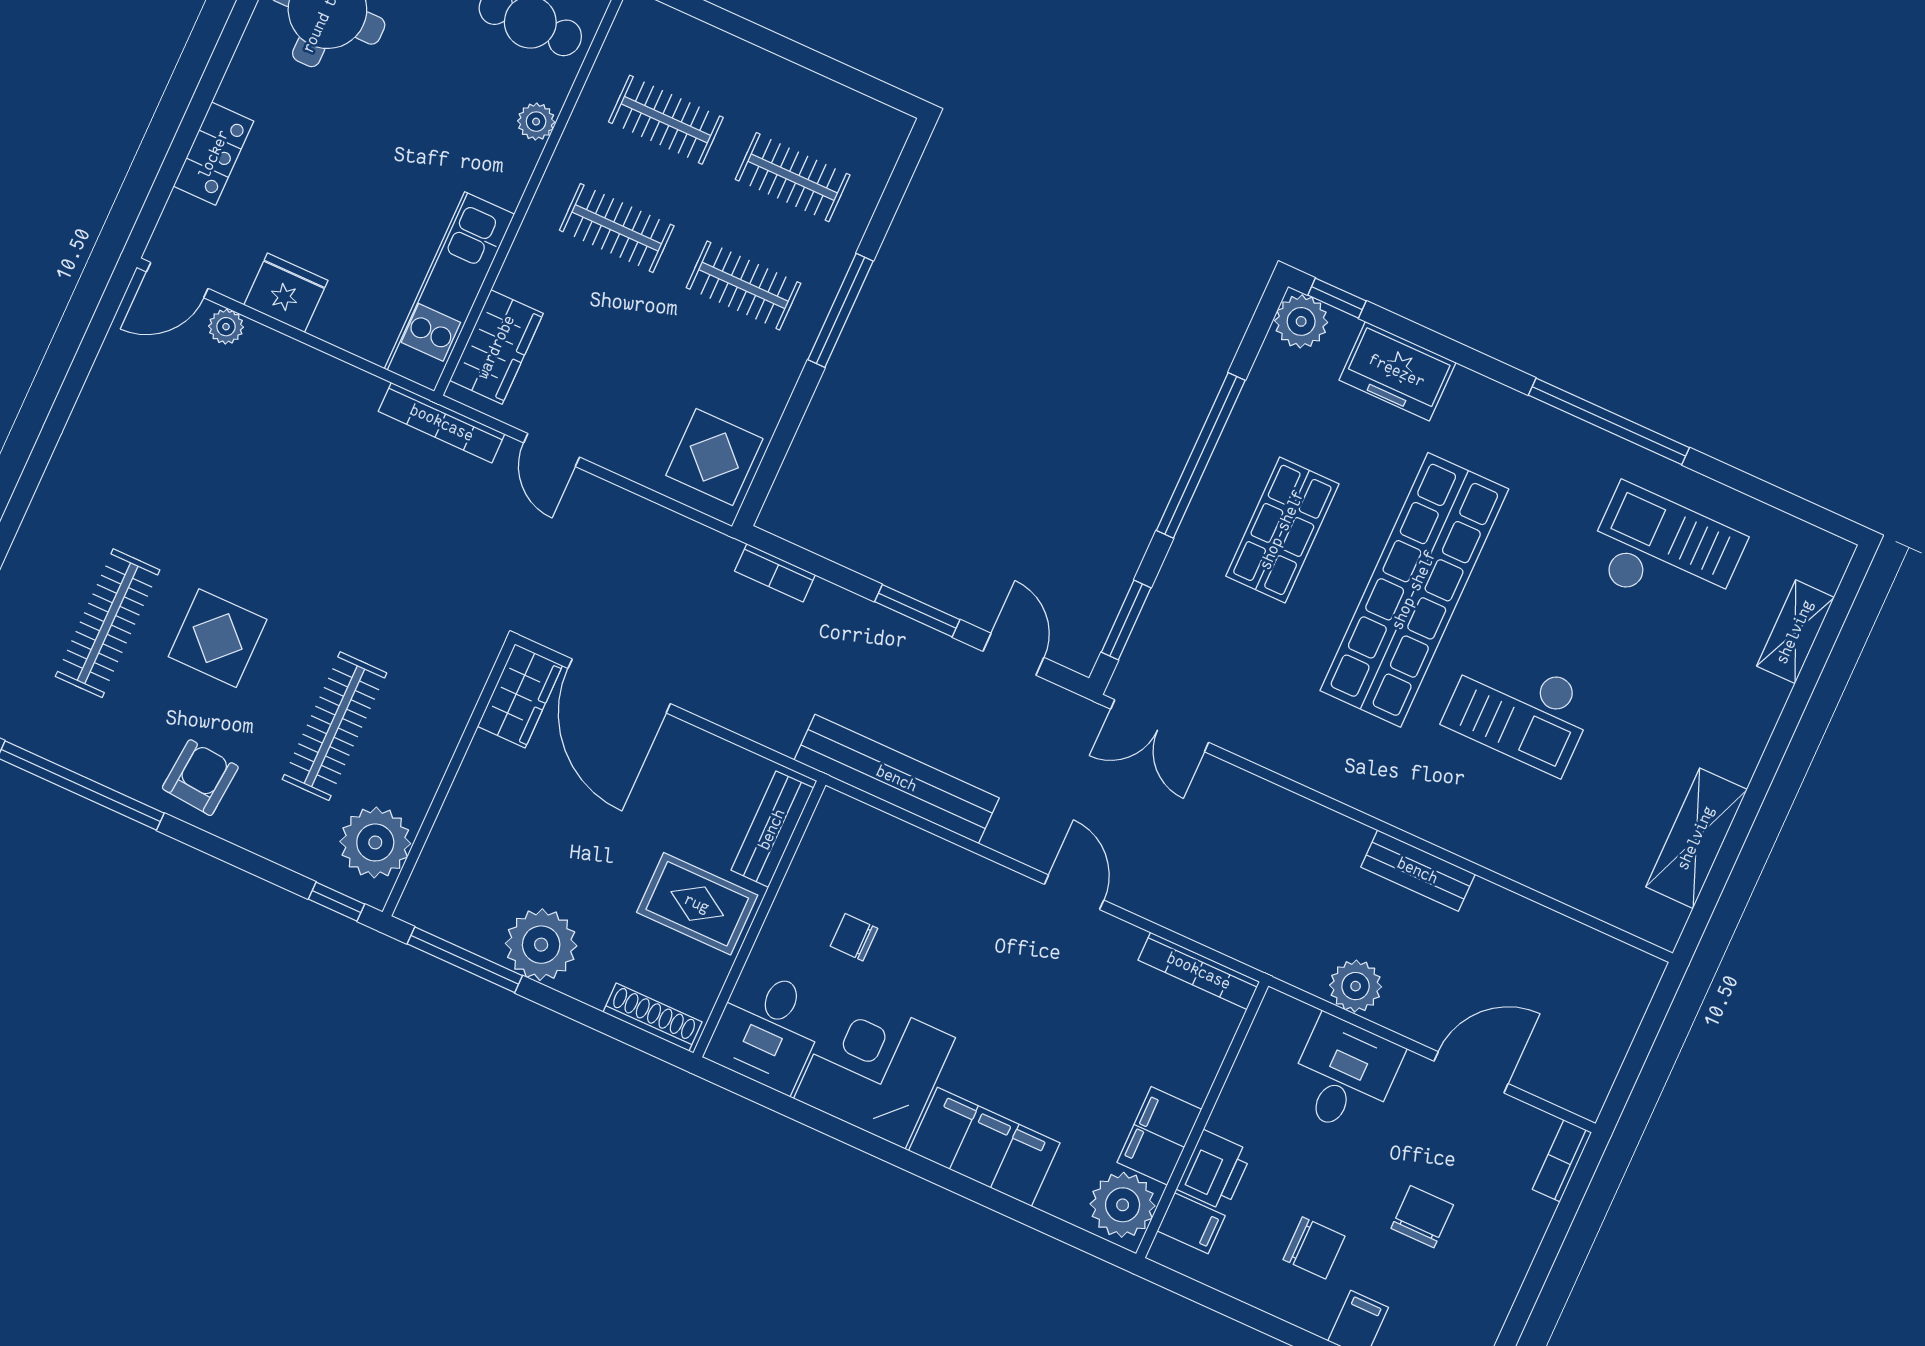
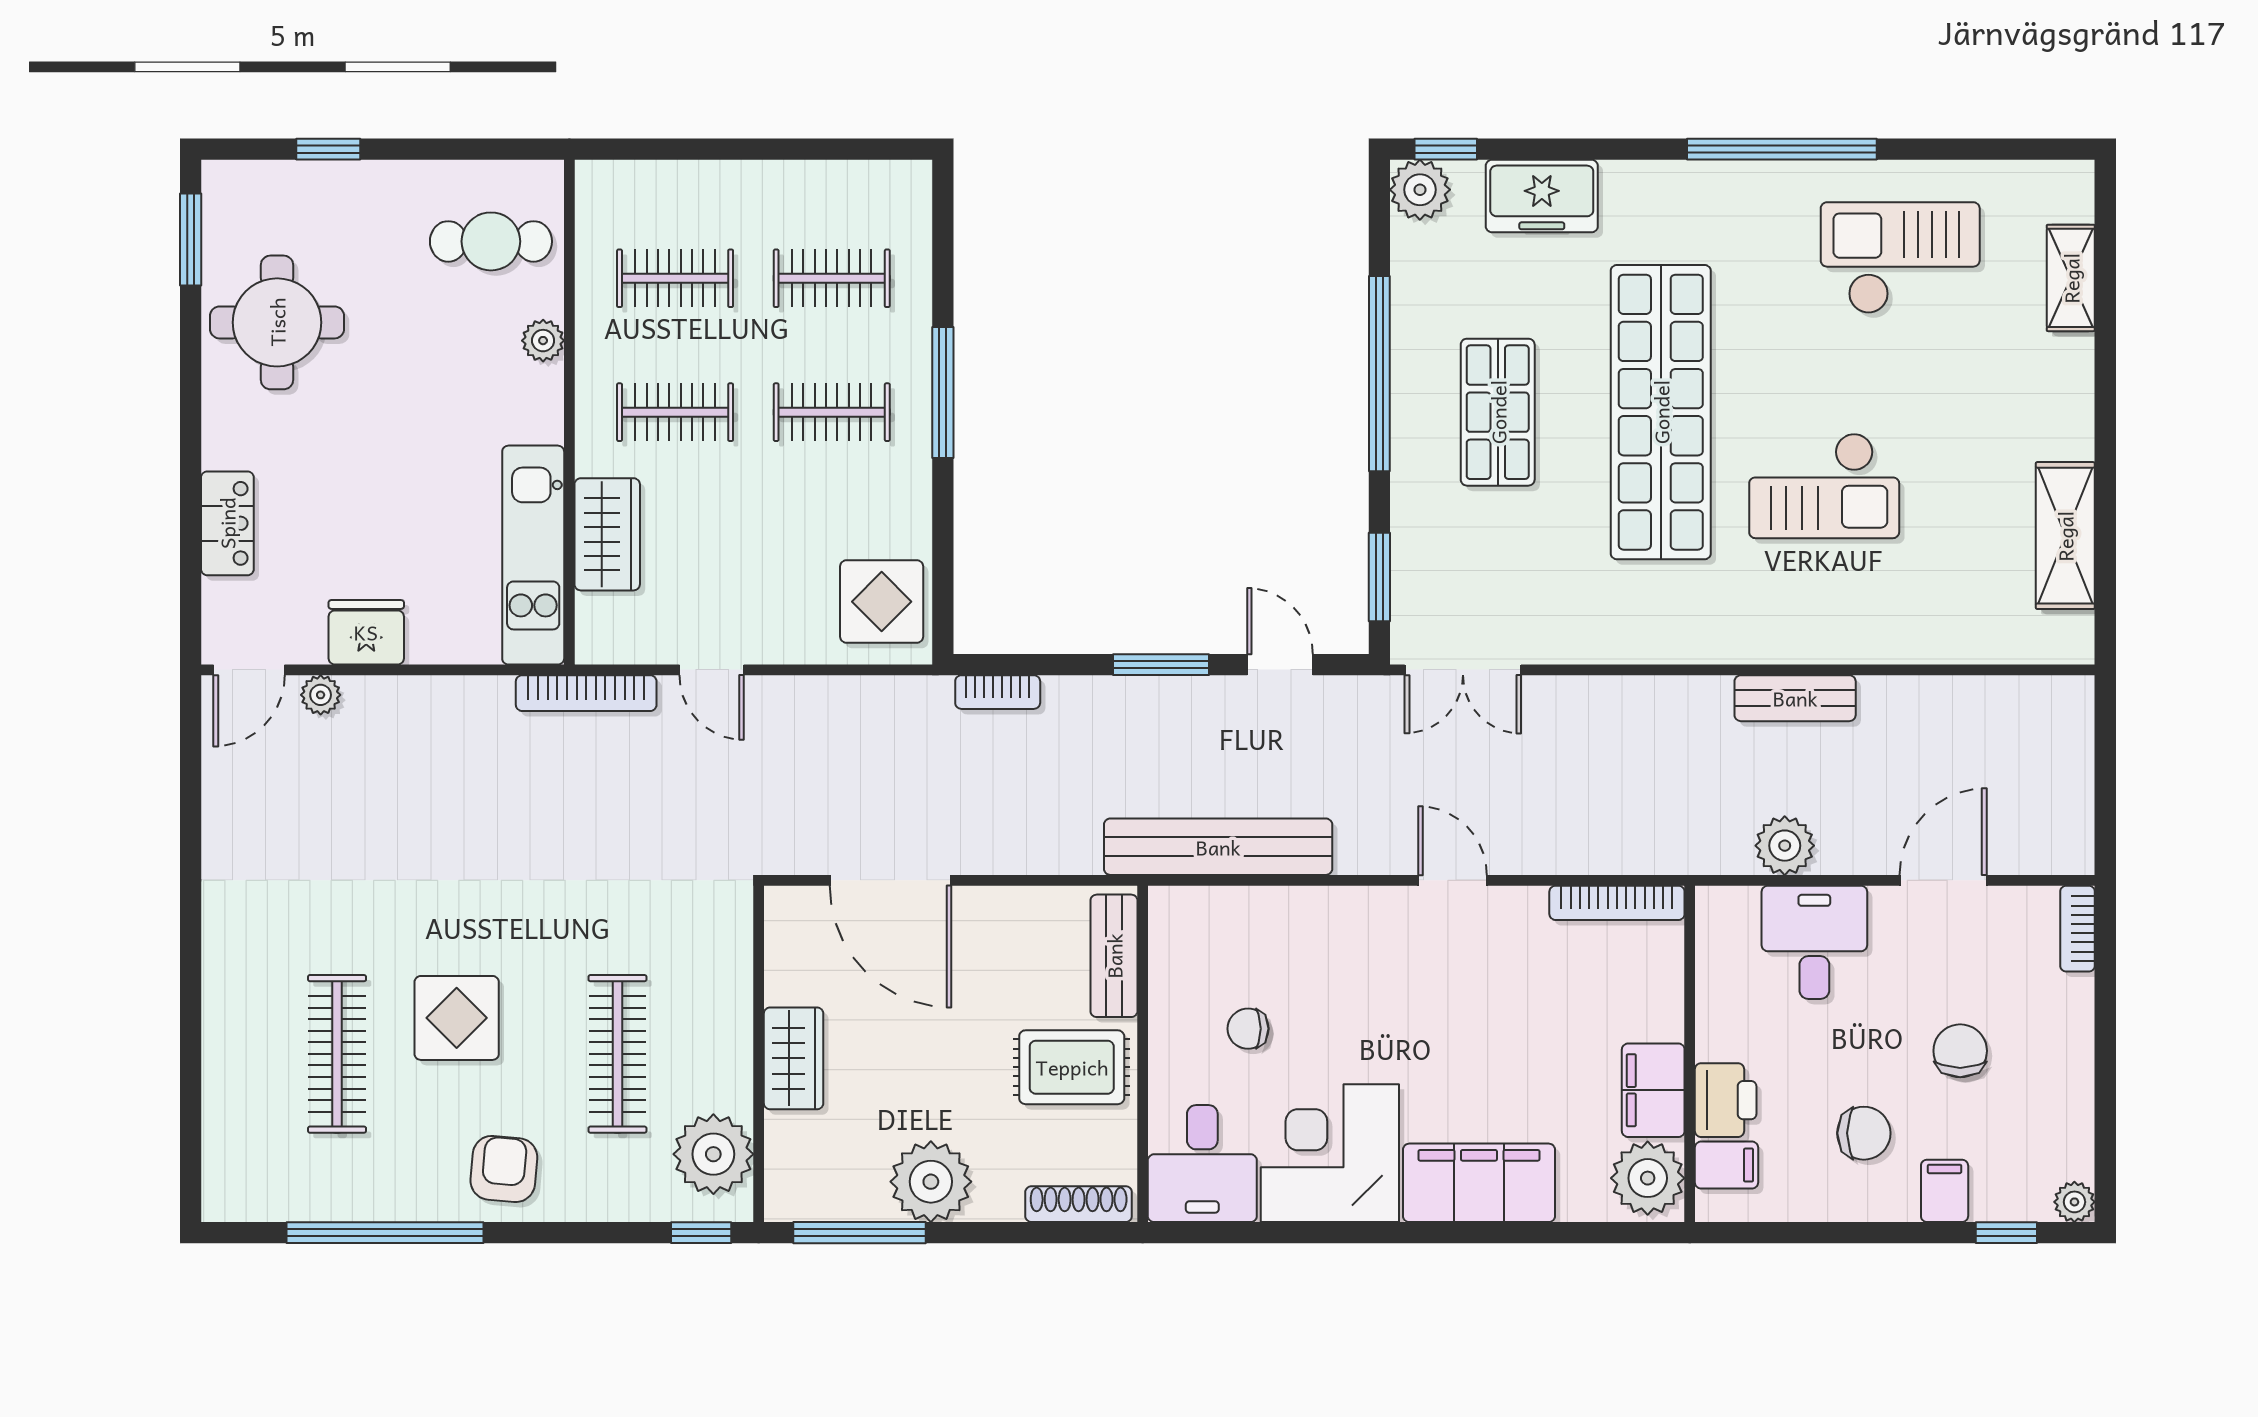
wardrobe: (496, 347) -> (607, 534), moved
wardrobe: (520, 696) -> (794, 1058), moved

